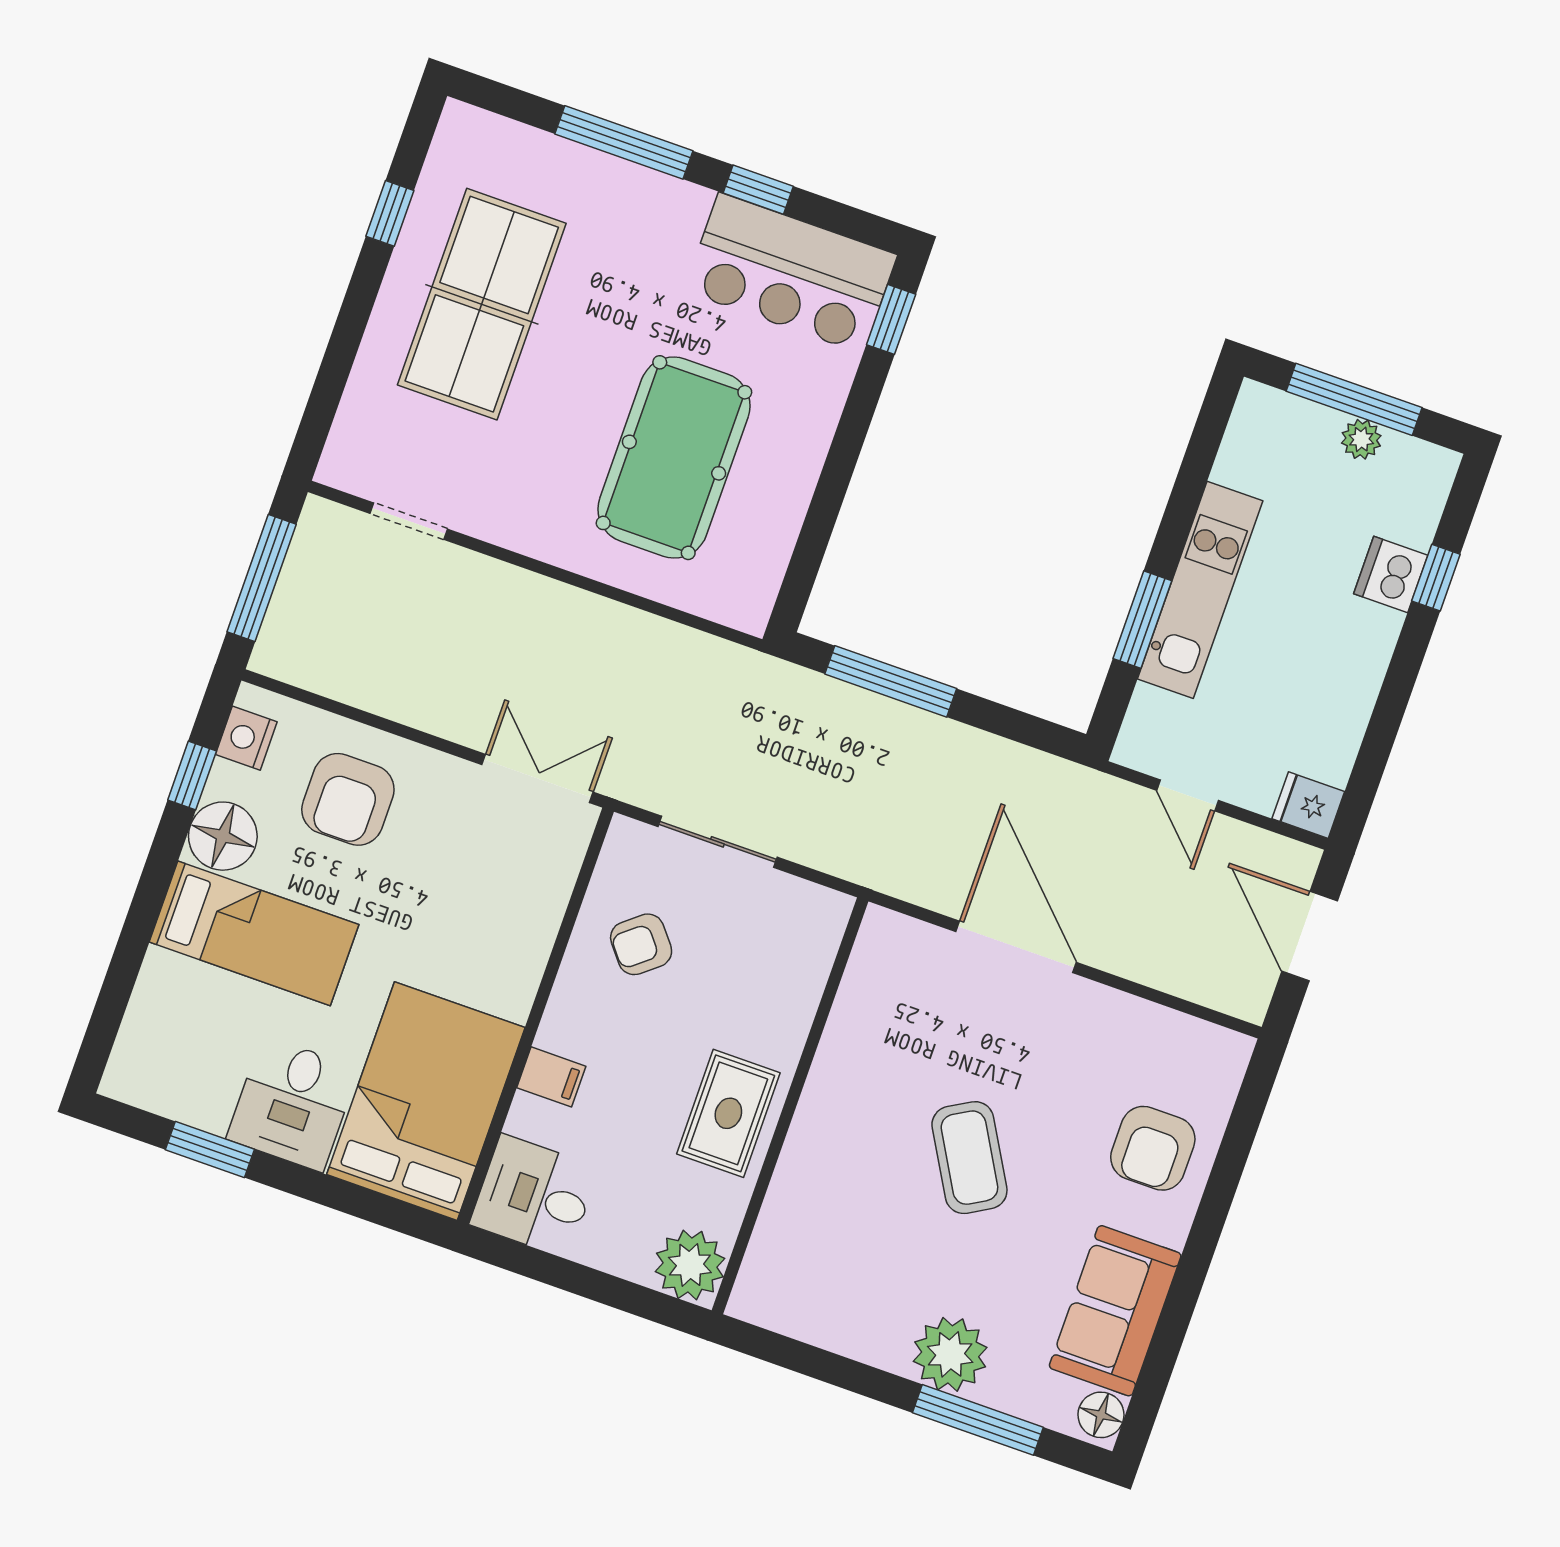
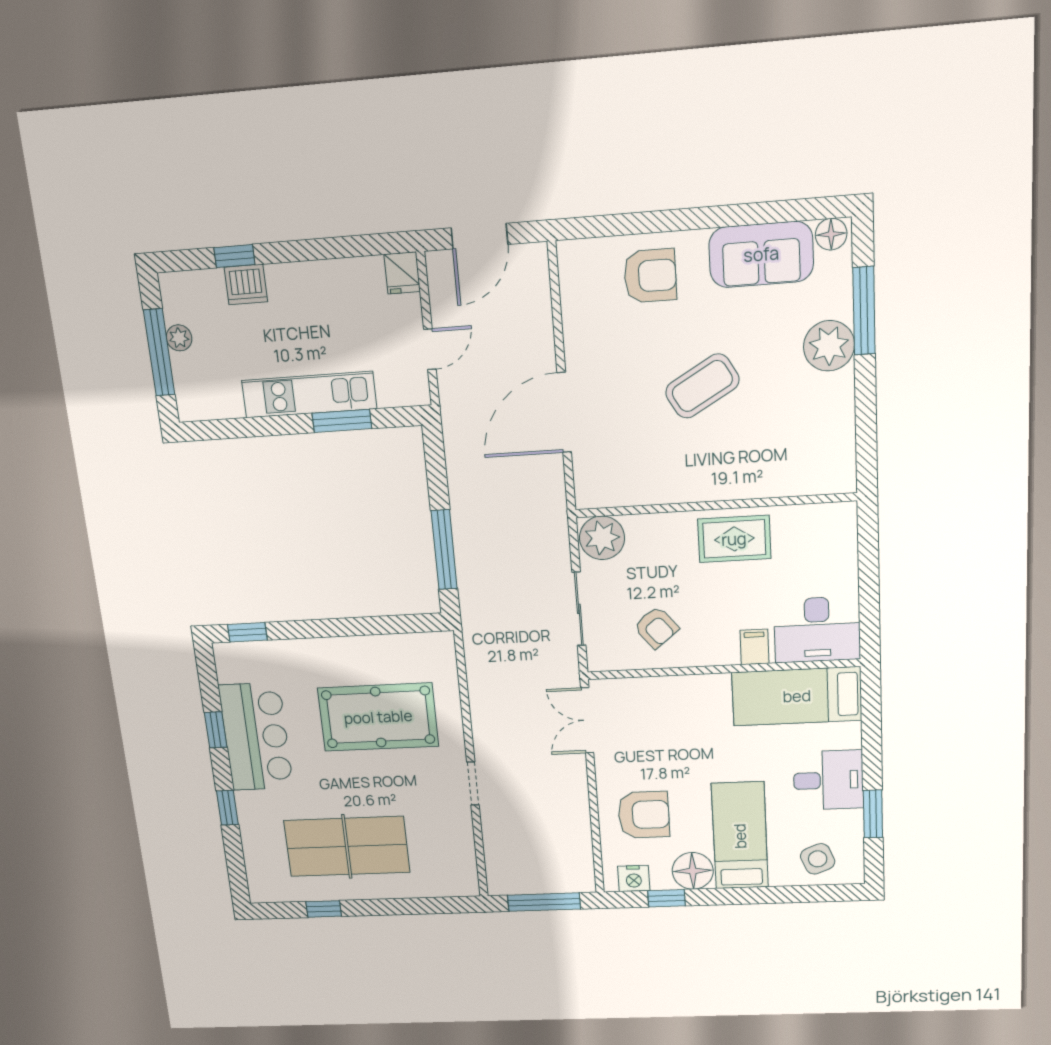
window: (624, 142) -> (227, 808), width x0.46
bar counter: (791, 273) -> (256, 737), moved
doorway: (409, 521) -> (473, 783), moved
side table: (167, 1037) -> (818, 859), added
bed: (426, 1101) -> (797, 696), width x0.67
desk: (534, 1196) -> (817, 630), width x1.37
plant: (690, 1265) -> (602, 538), moved

